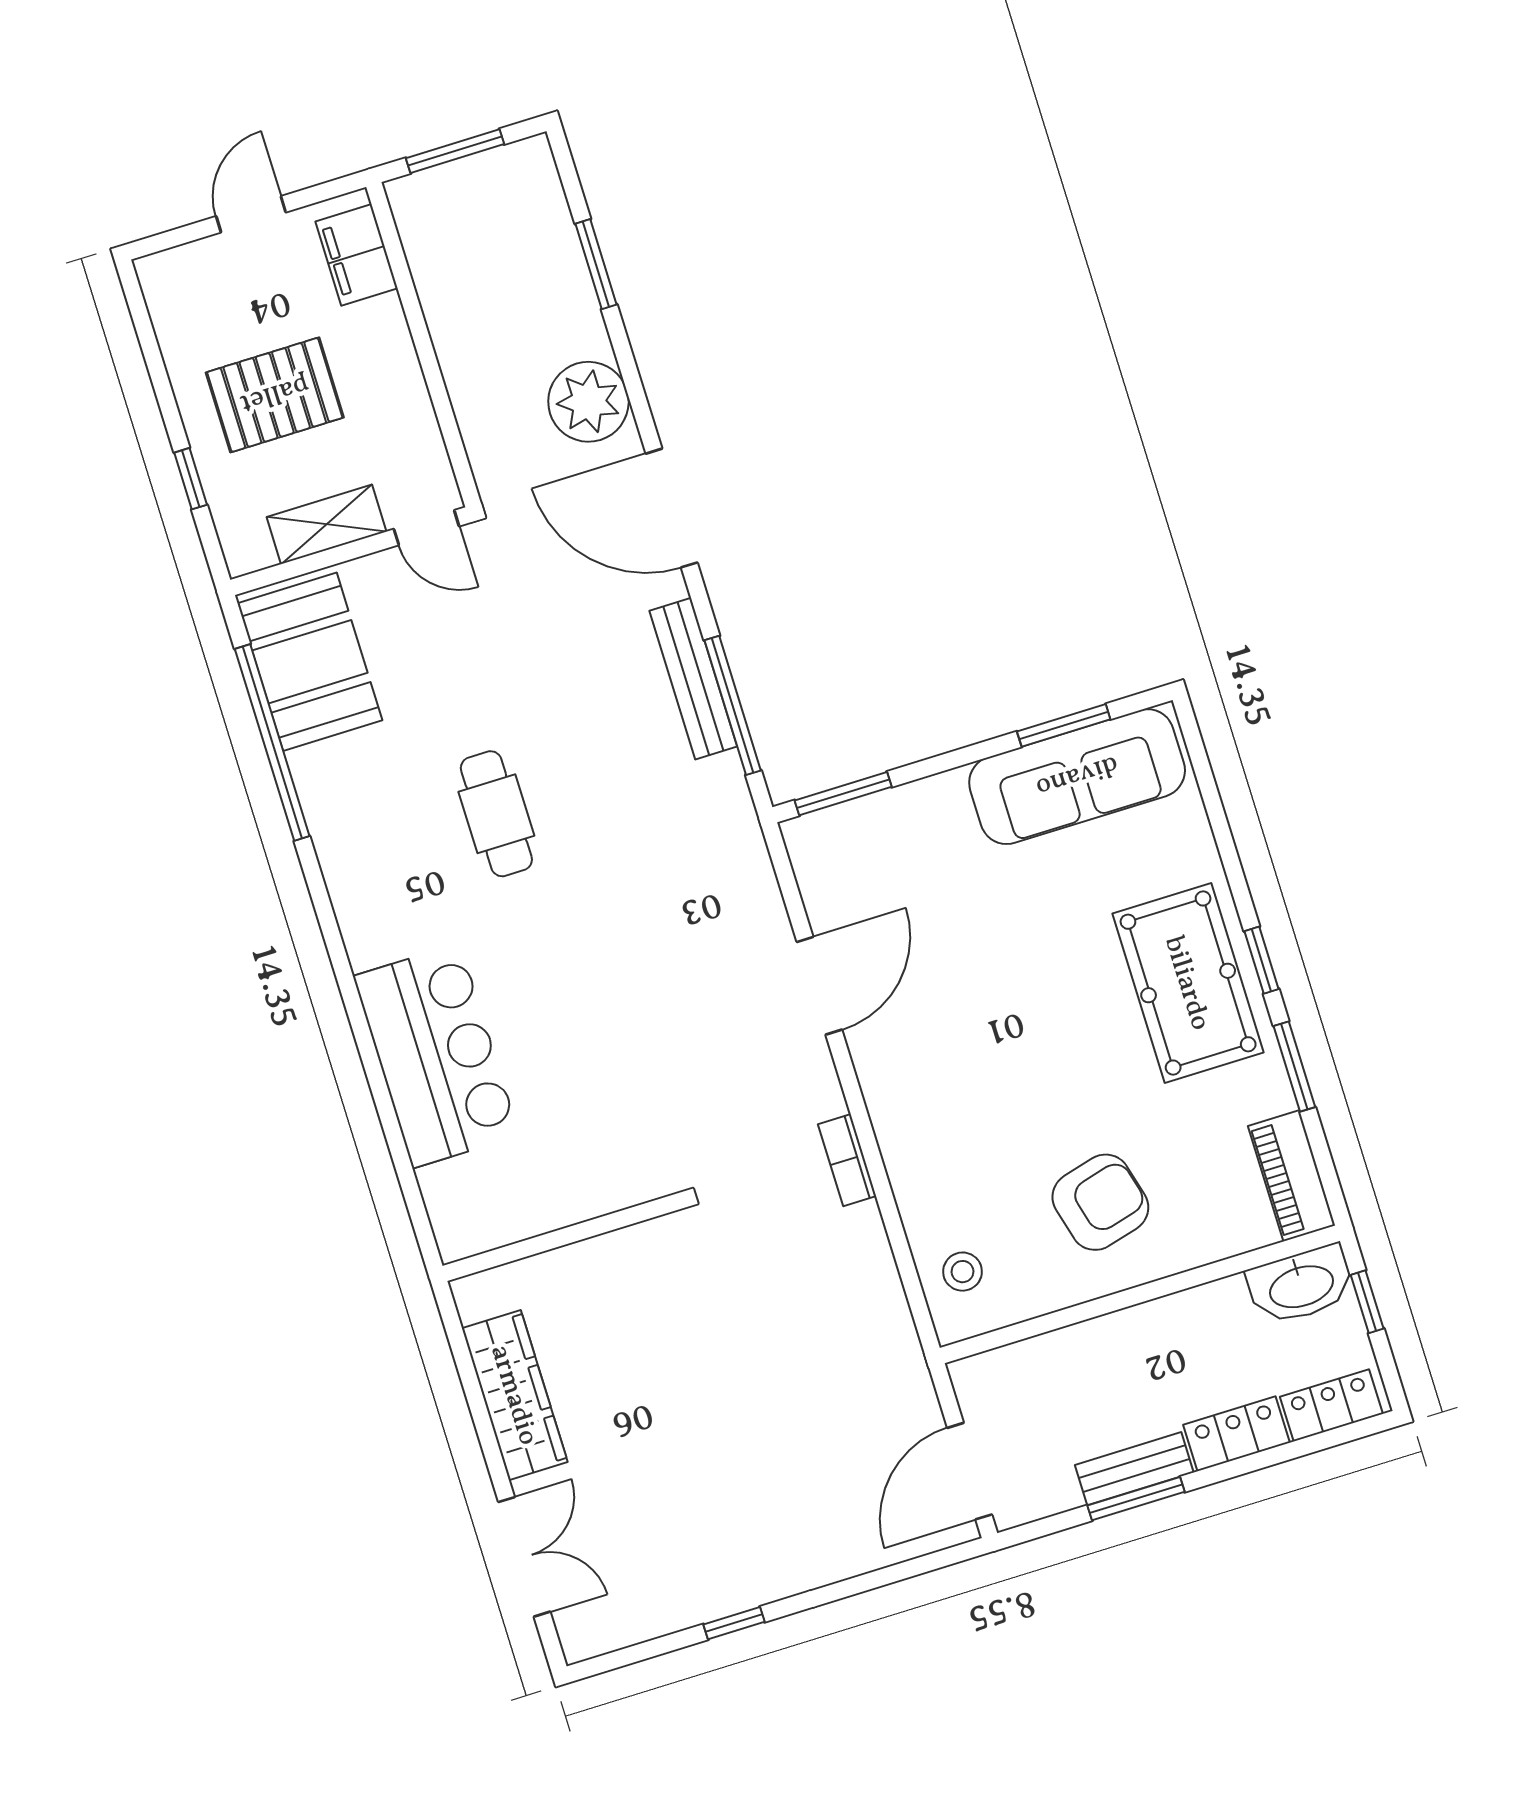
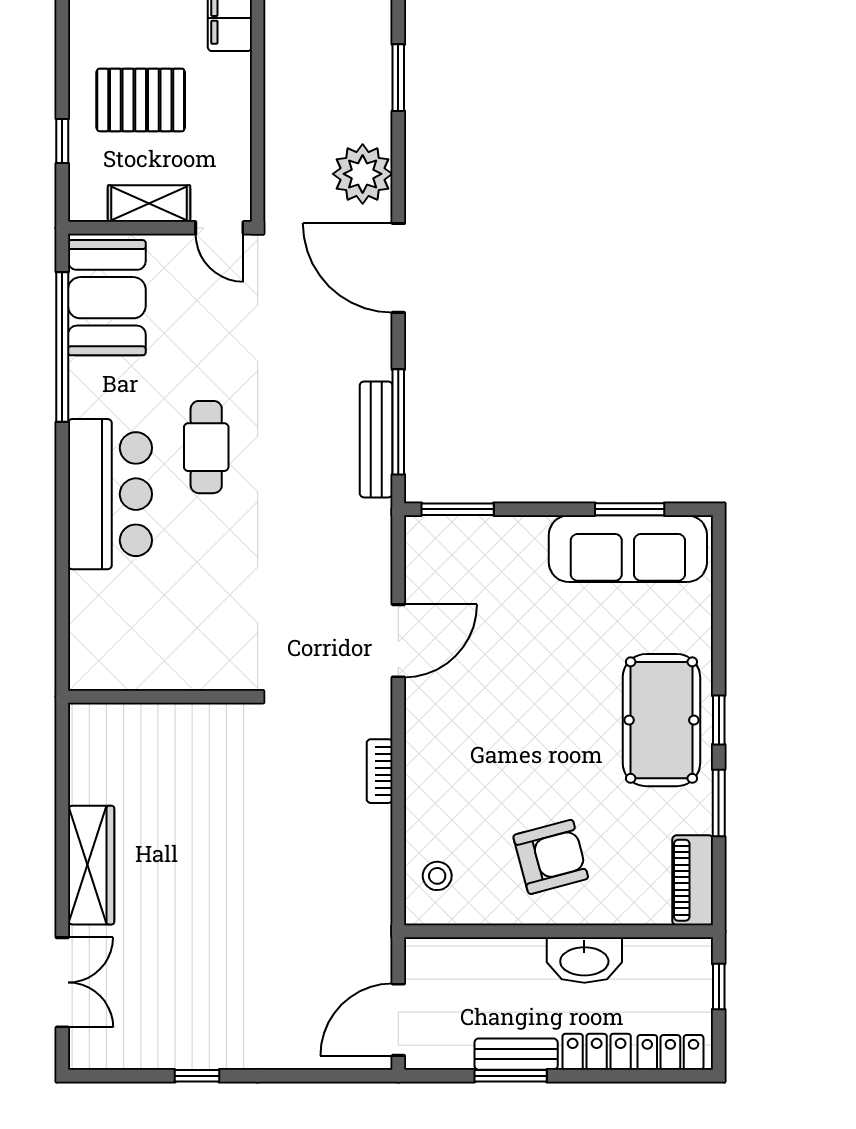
bench: (693, 679) -> (376, 439), moved
bar counter: (436, 1056) -> (110, 494), moved
wall: (563, 1237) -> (160, 697), moved
washbasin: (1301, 1285) -> (584, 960), moved

